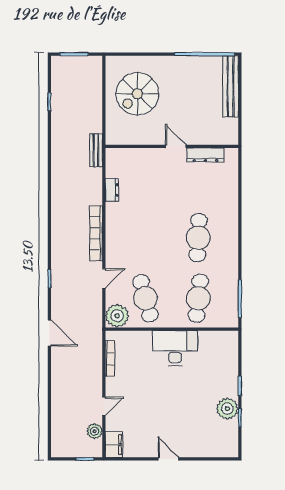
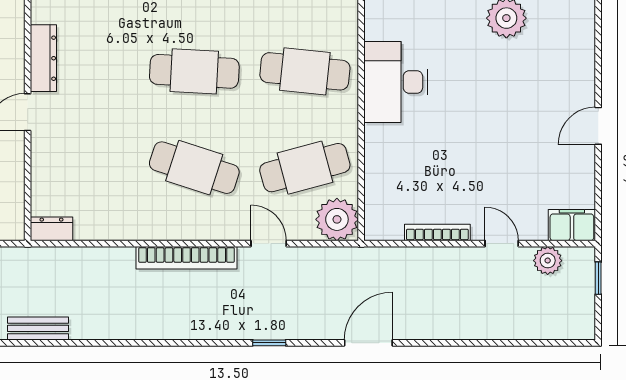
bench: (96, 150) -> (38, 328), moved
dresser: (112, 190) -> (51, 229), moved
cafe table: (145, 238) -> (194, 168), added
desk: (175, 348) -> (396, 82), moved
bookcase: (110, 359) -> (437, 232), moved

